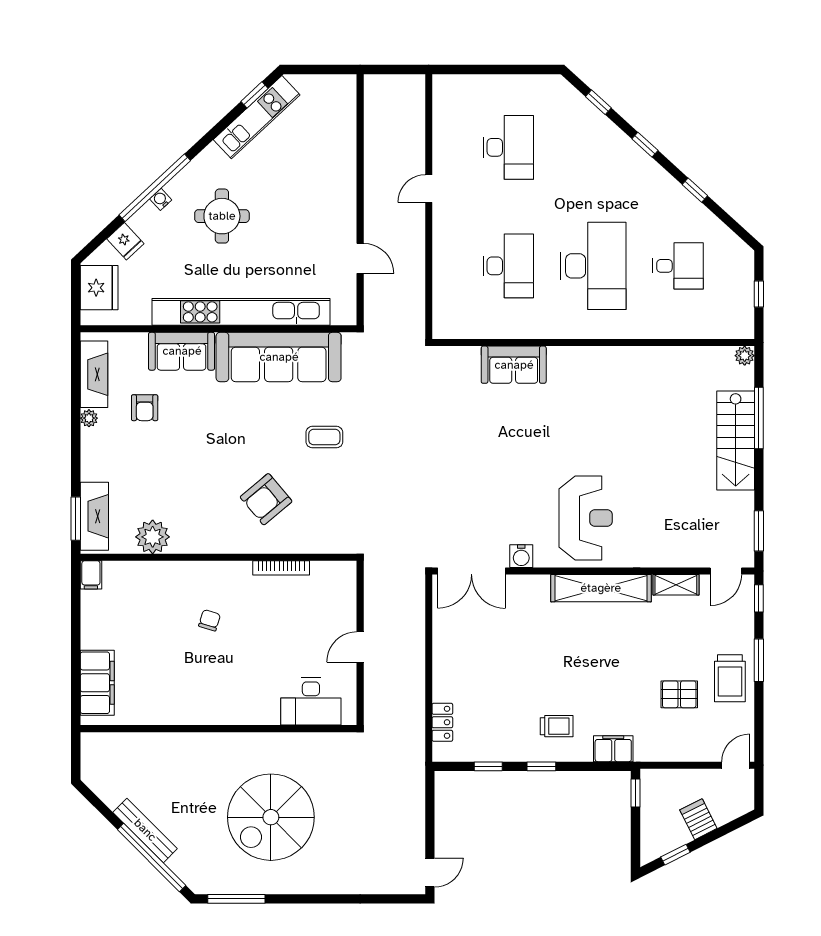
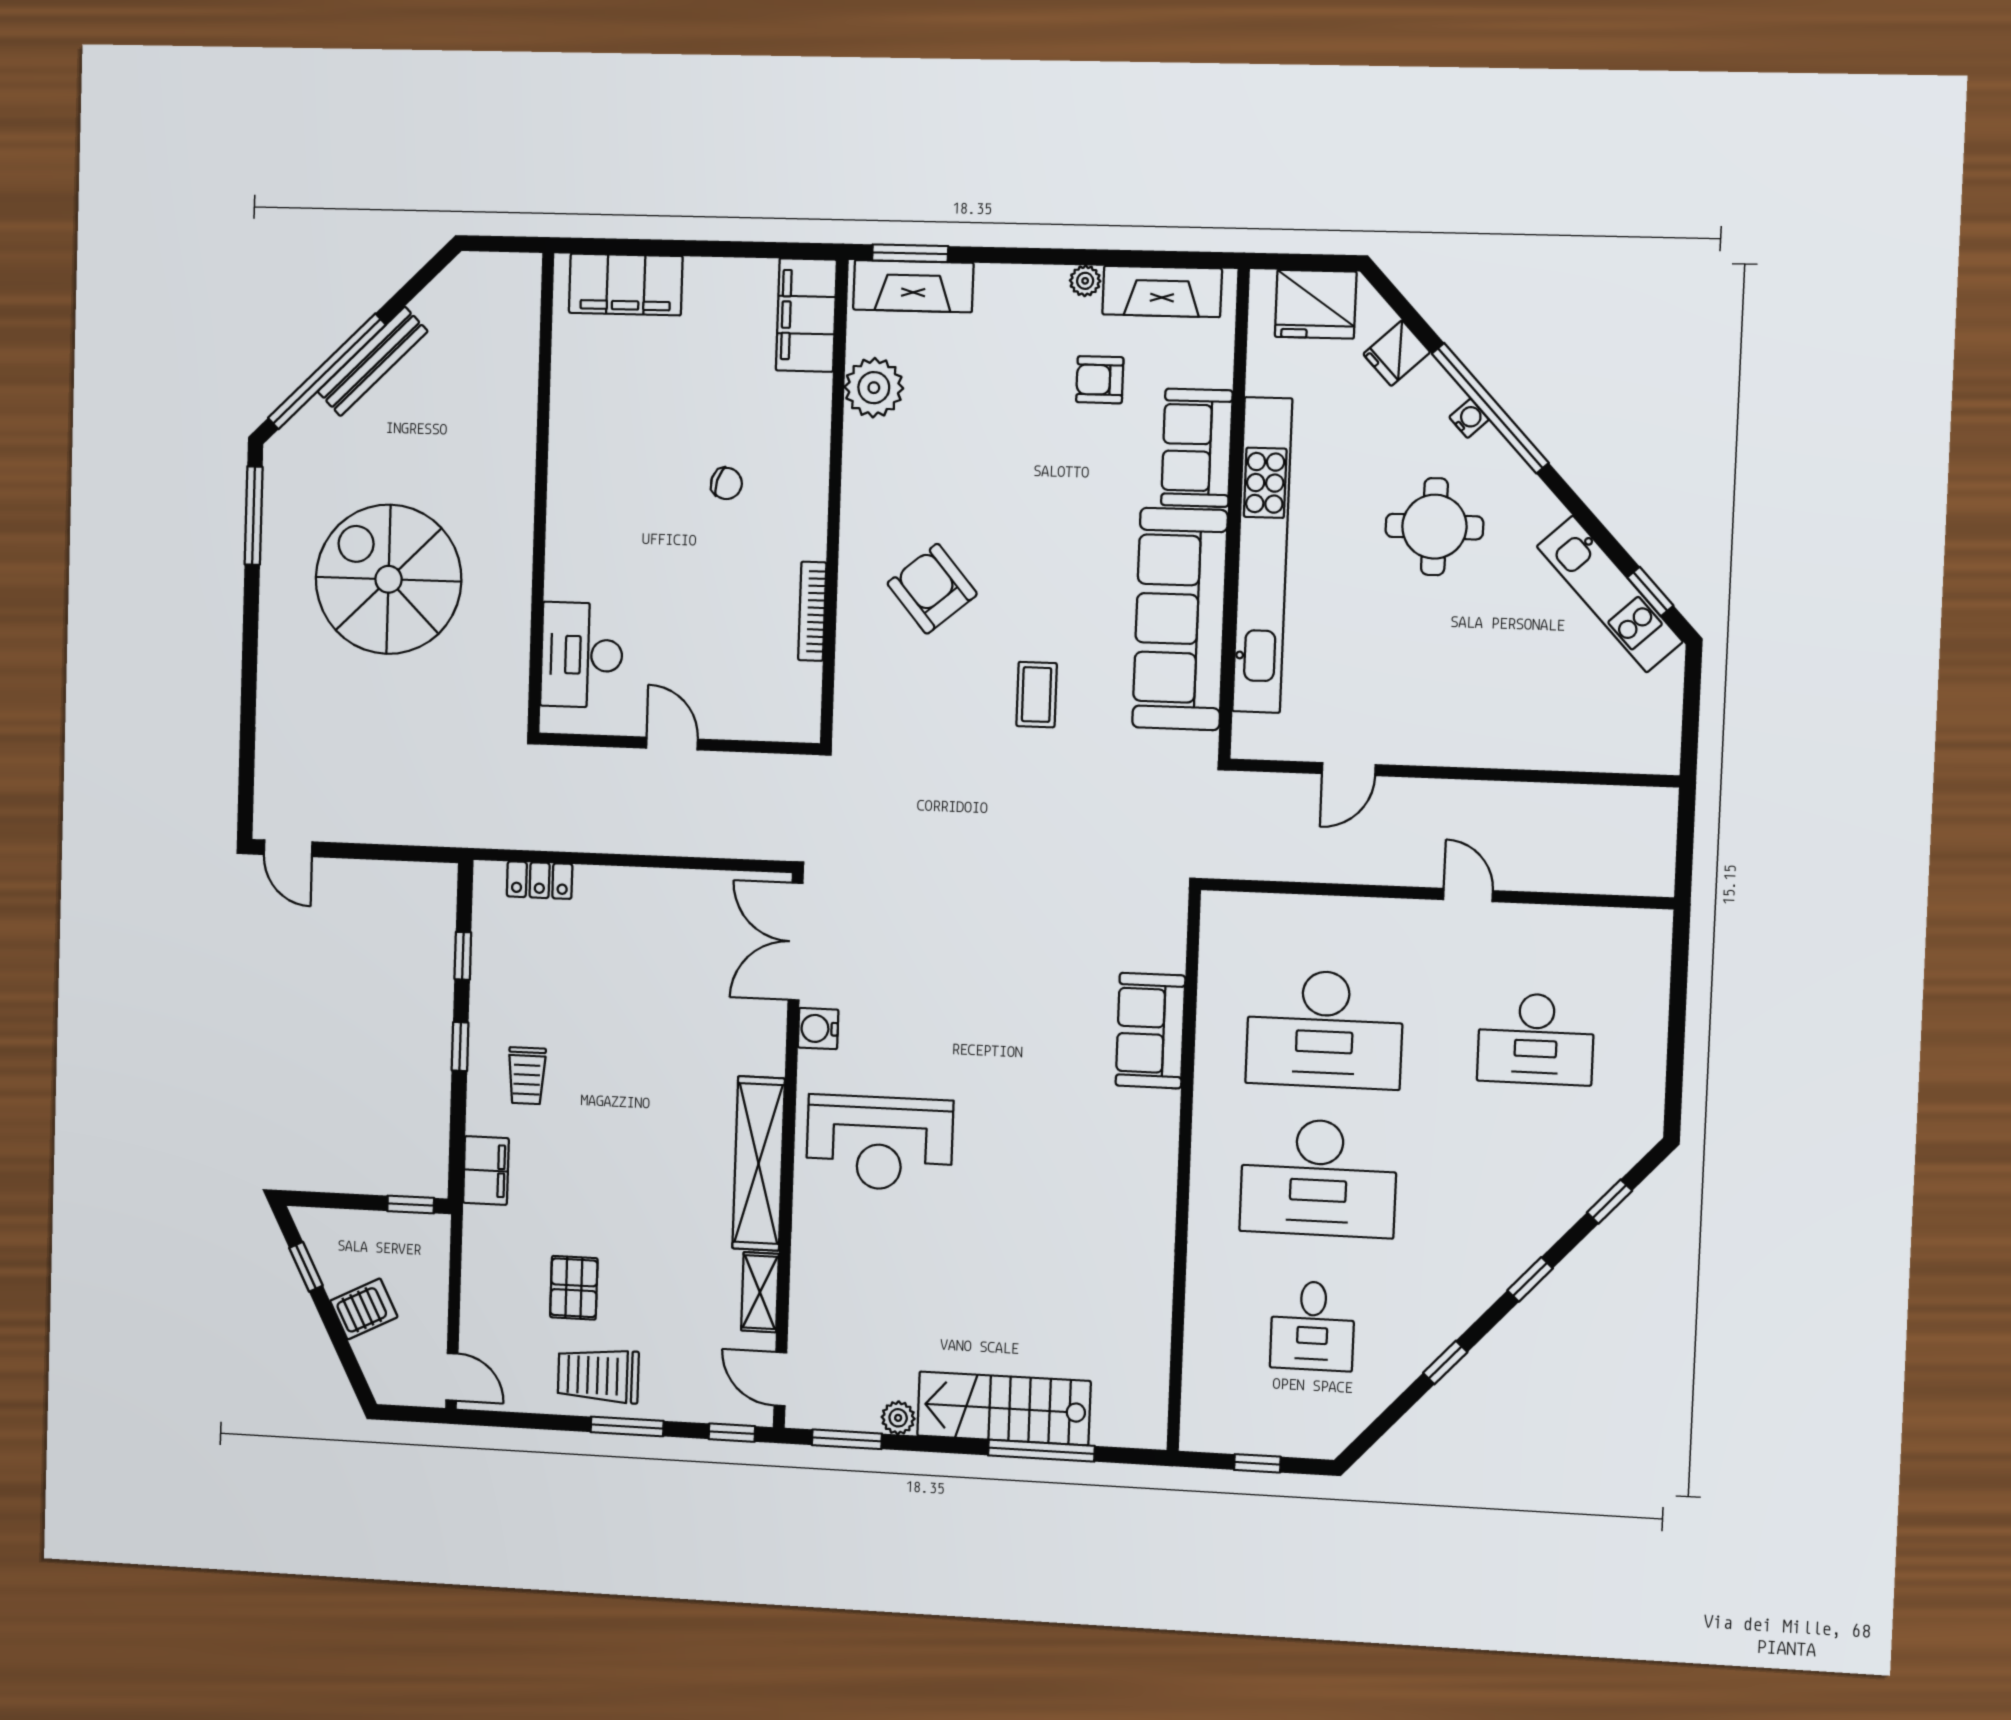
desk: (508, 266) -> (1325, 1029), width x1.36, depth x1.30
plant: (745, 356) -> (898, 1418), moved
filing cabinet: (91, 575) -> (806, 315), width x3.00, depth x1.17

